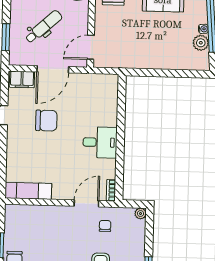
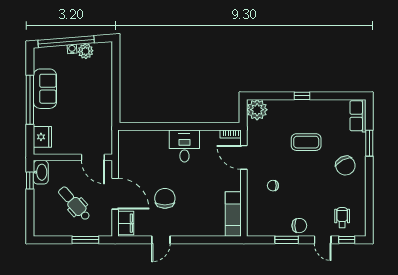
plant: (140, 214) -> (257, 110), width x1.87, depth x1.87
chair: (105, 226) -> (273, 186), moved

